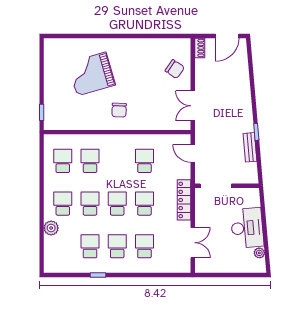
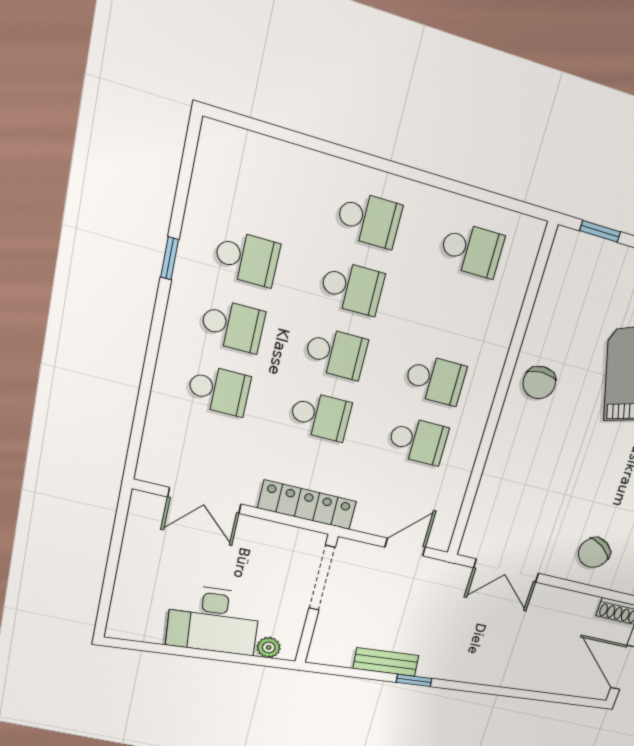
double door: (193, 106) -> (506, 571), swing flipped
chair: (119, 110) -> (539, 383), moved, turned -92
school desk: (90, 161) -> (435, 380), moved
plant: (51, 228) -> (315, 171), removed
plant: (259, 253) -> (269, 647), moved

